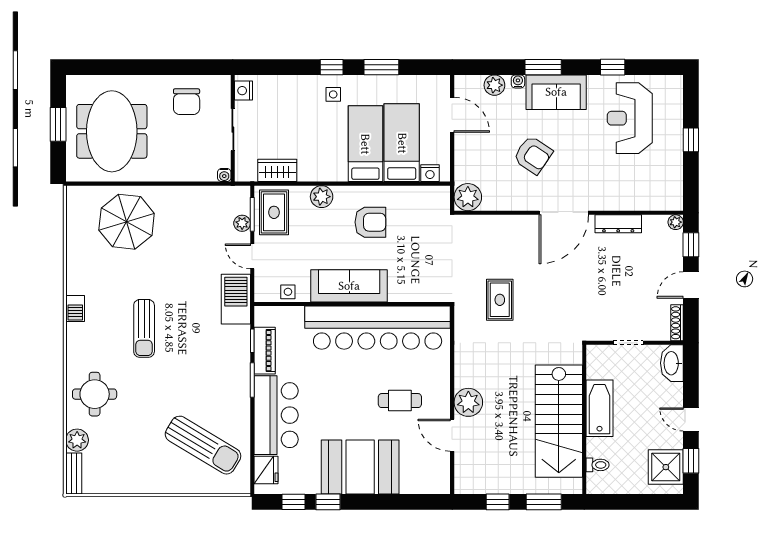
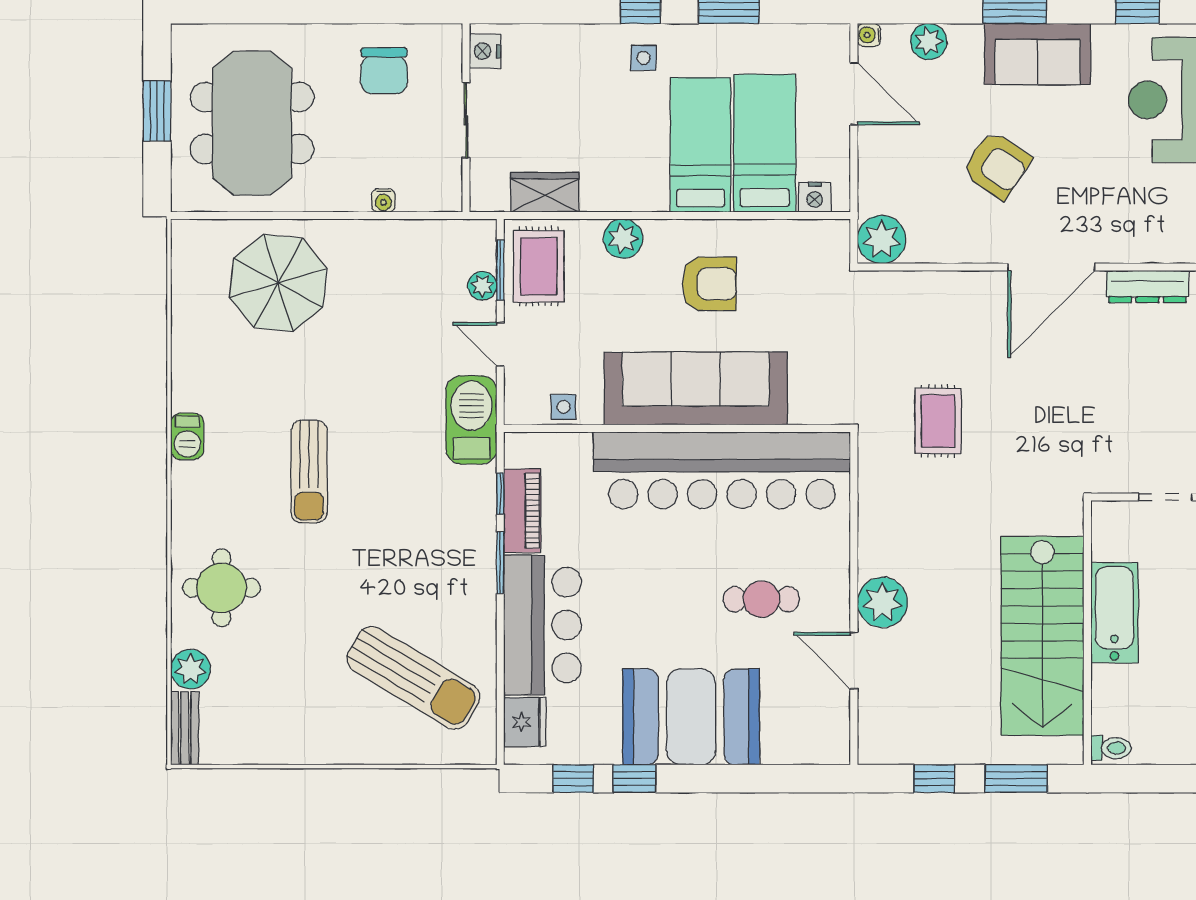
water cooler: (518, 81) -> (869, 35), moved, turned -90
water cooler: (224, 175) -> (383, 200), moved
sofa: (349, 286) -> (696, 389), width x1.36, depth x1.27
toilet: (598, 465) -> (1111, 748), moved

